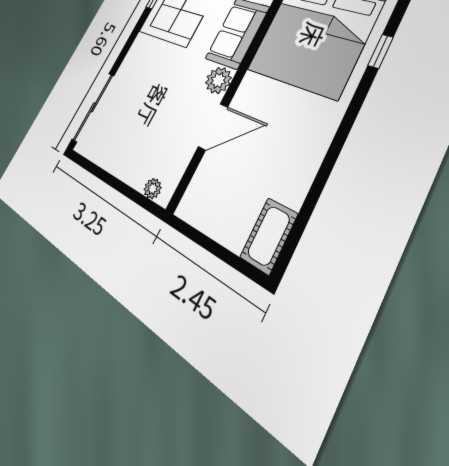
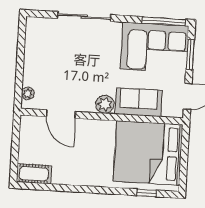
sliding door: (93, 107) -> (84, 17), moved
door: (213, 127) -> (61, 114), moved

